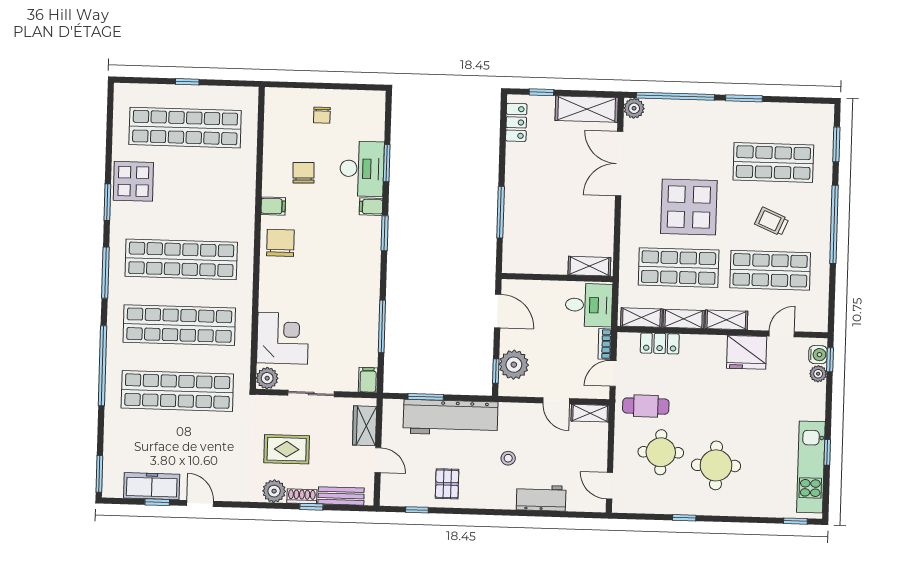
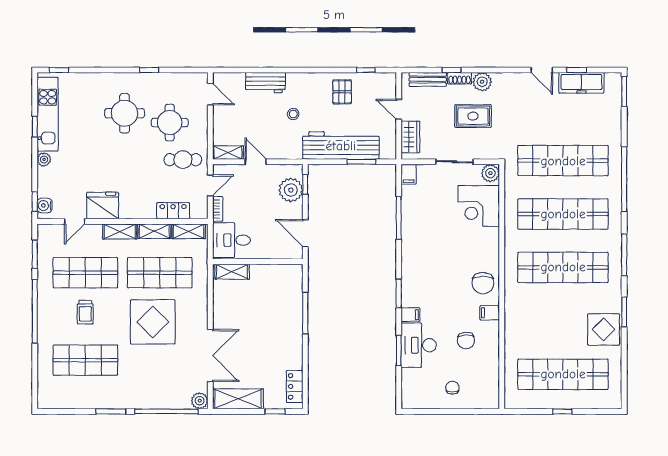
window: (836, 144) -> (35, 254), moved
trolley: (772, 222) -> (85, 312), turned 67
plant: (818, 374) -> (44, 159), moved

